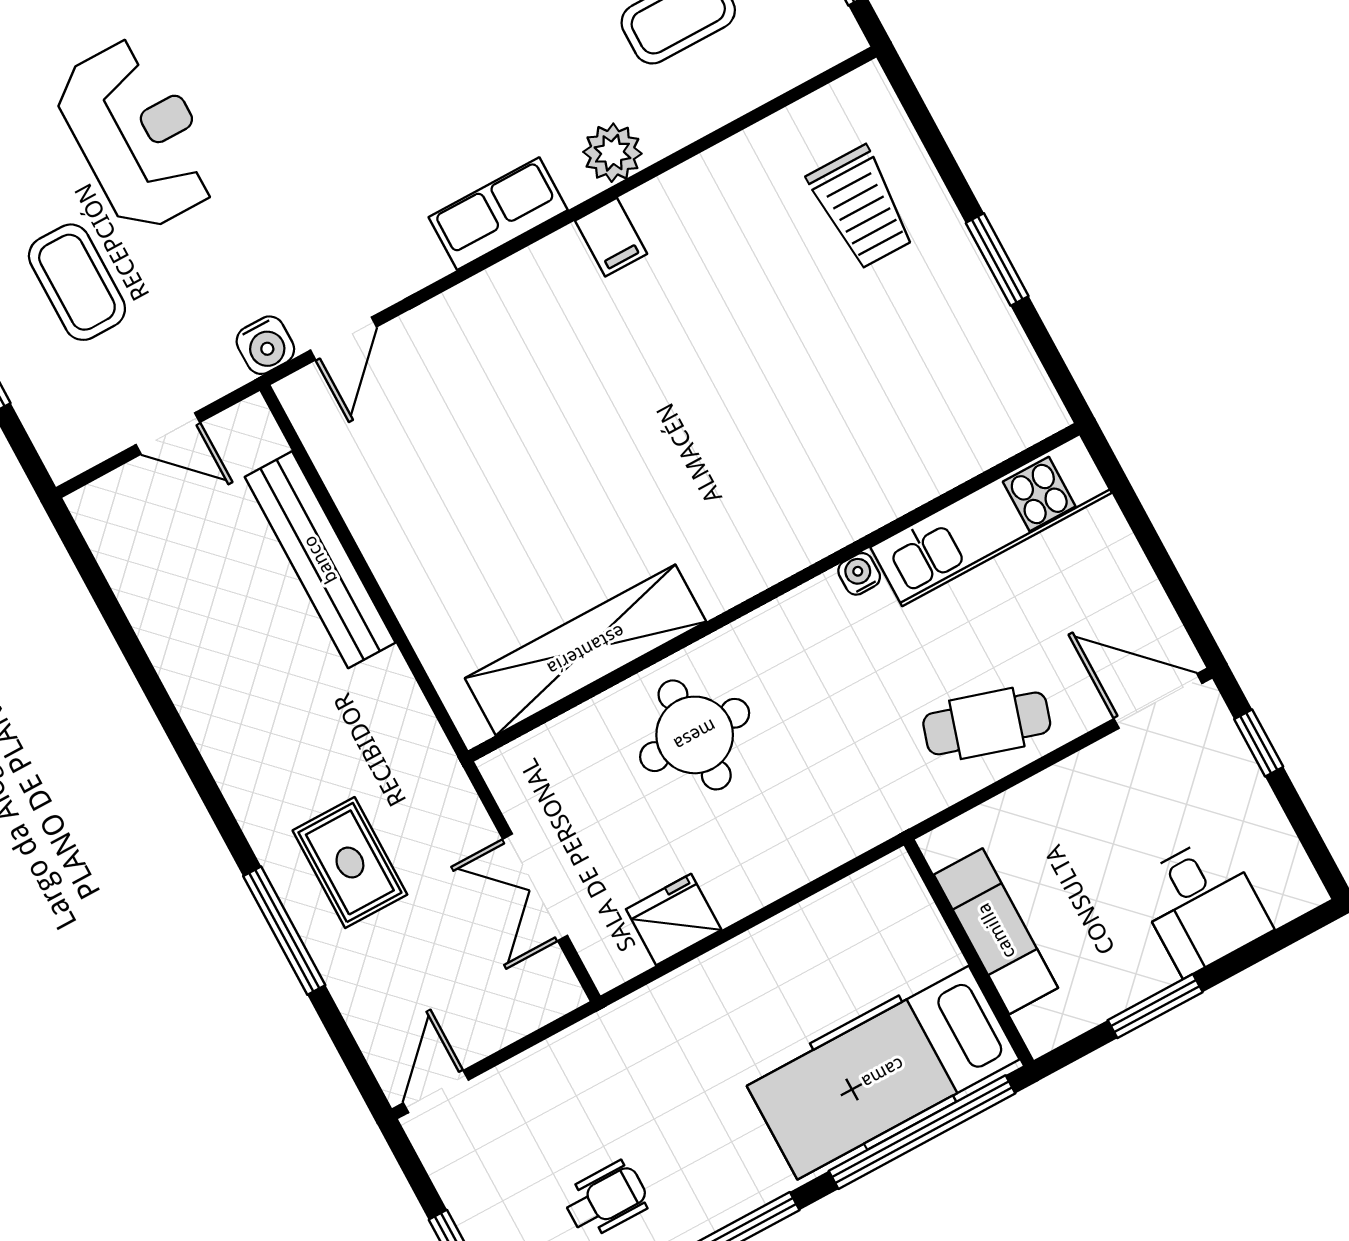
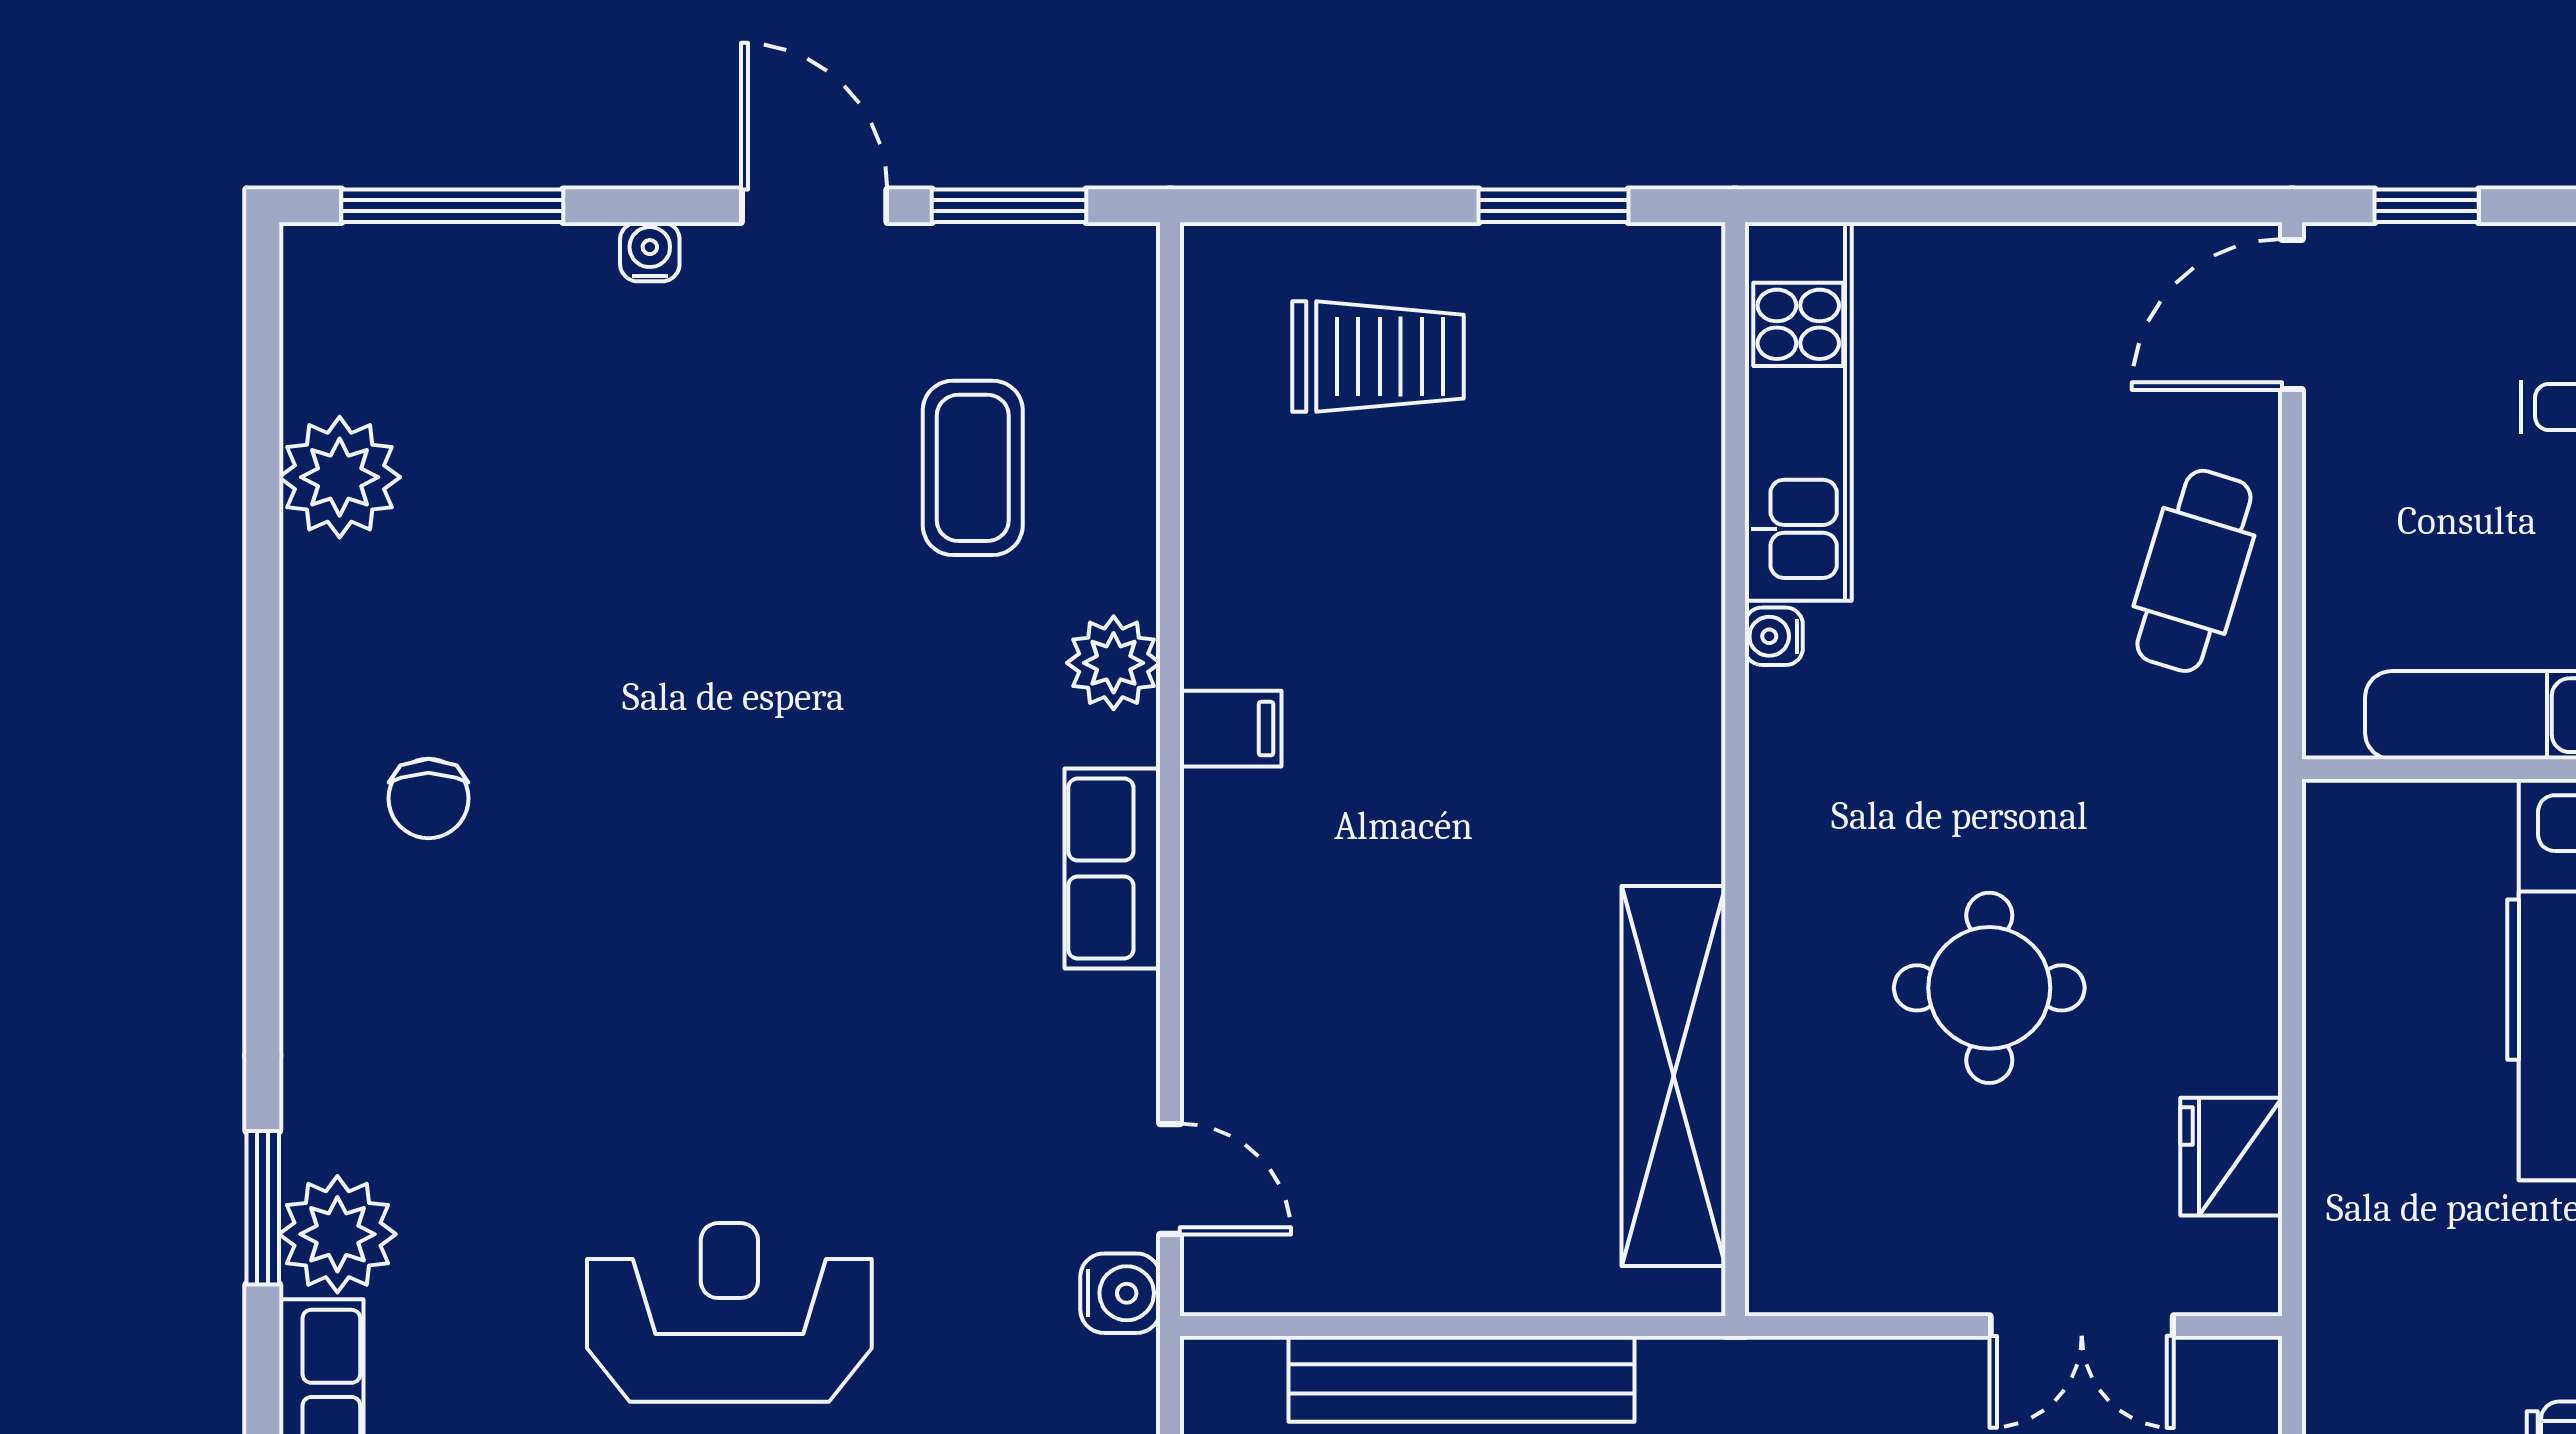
kitchen unit: (991, 520) -> (1798, 411), moved
water cooler: (859, 574) -> (1774, 636), moved
wall: (774, 592) -> (1735, 769), moved
shelving: (586, 650) -> (1673, 1076), moved

